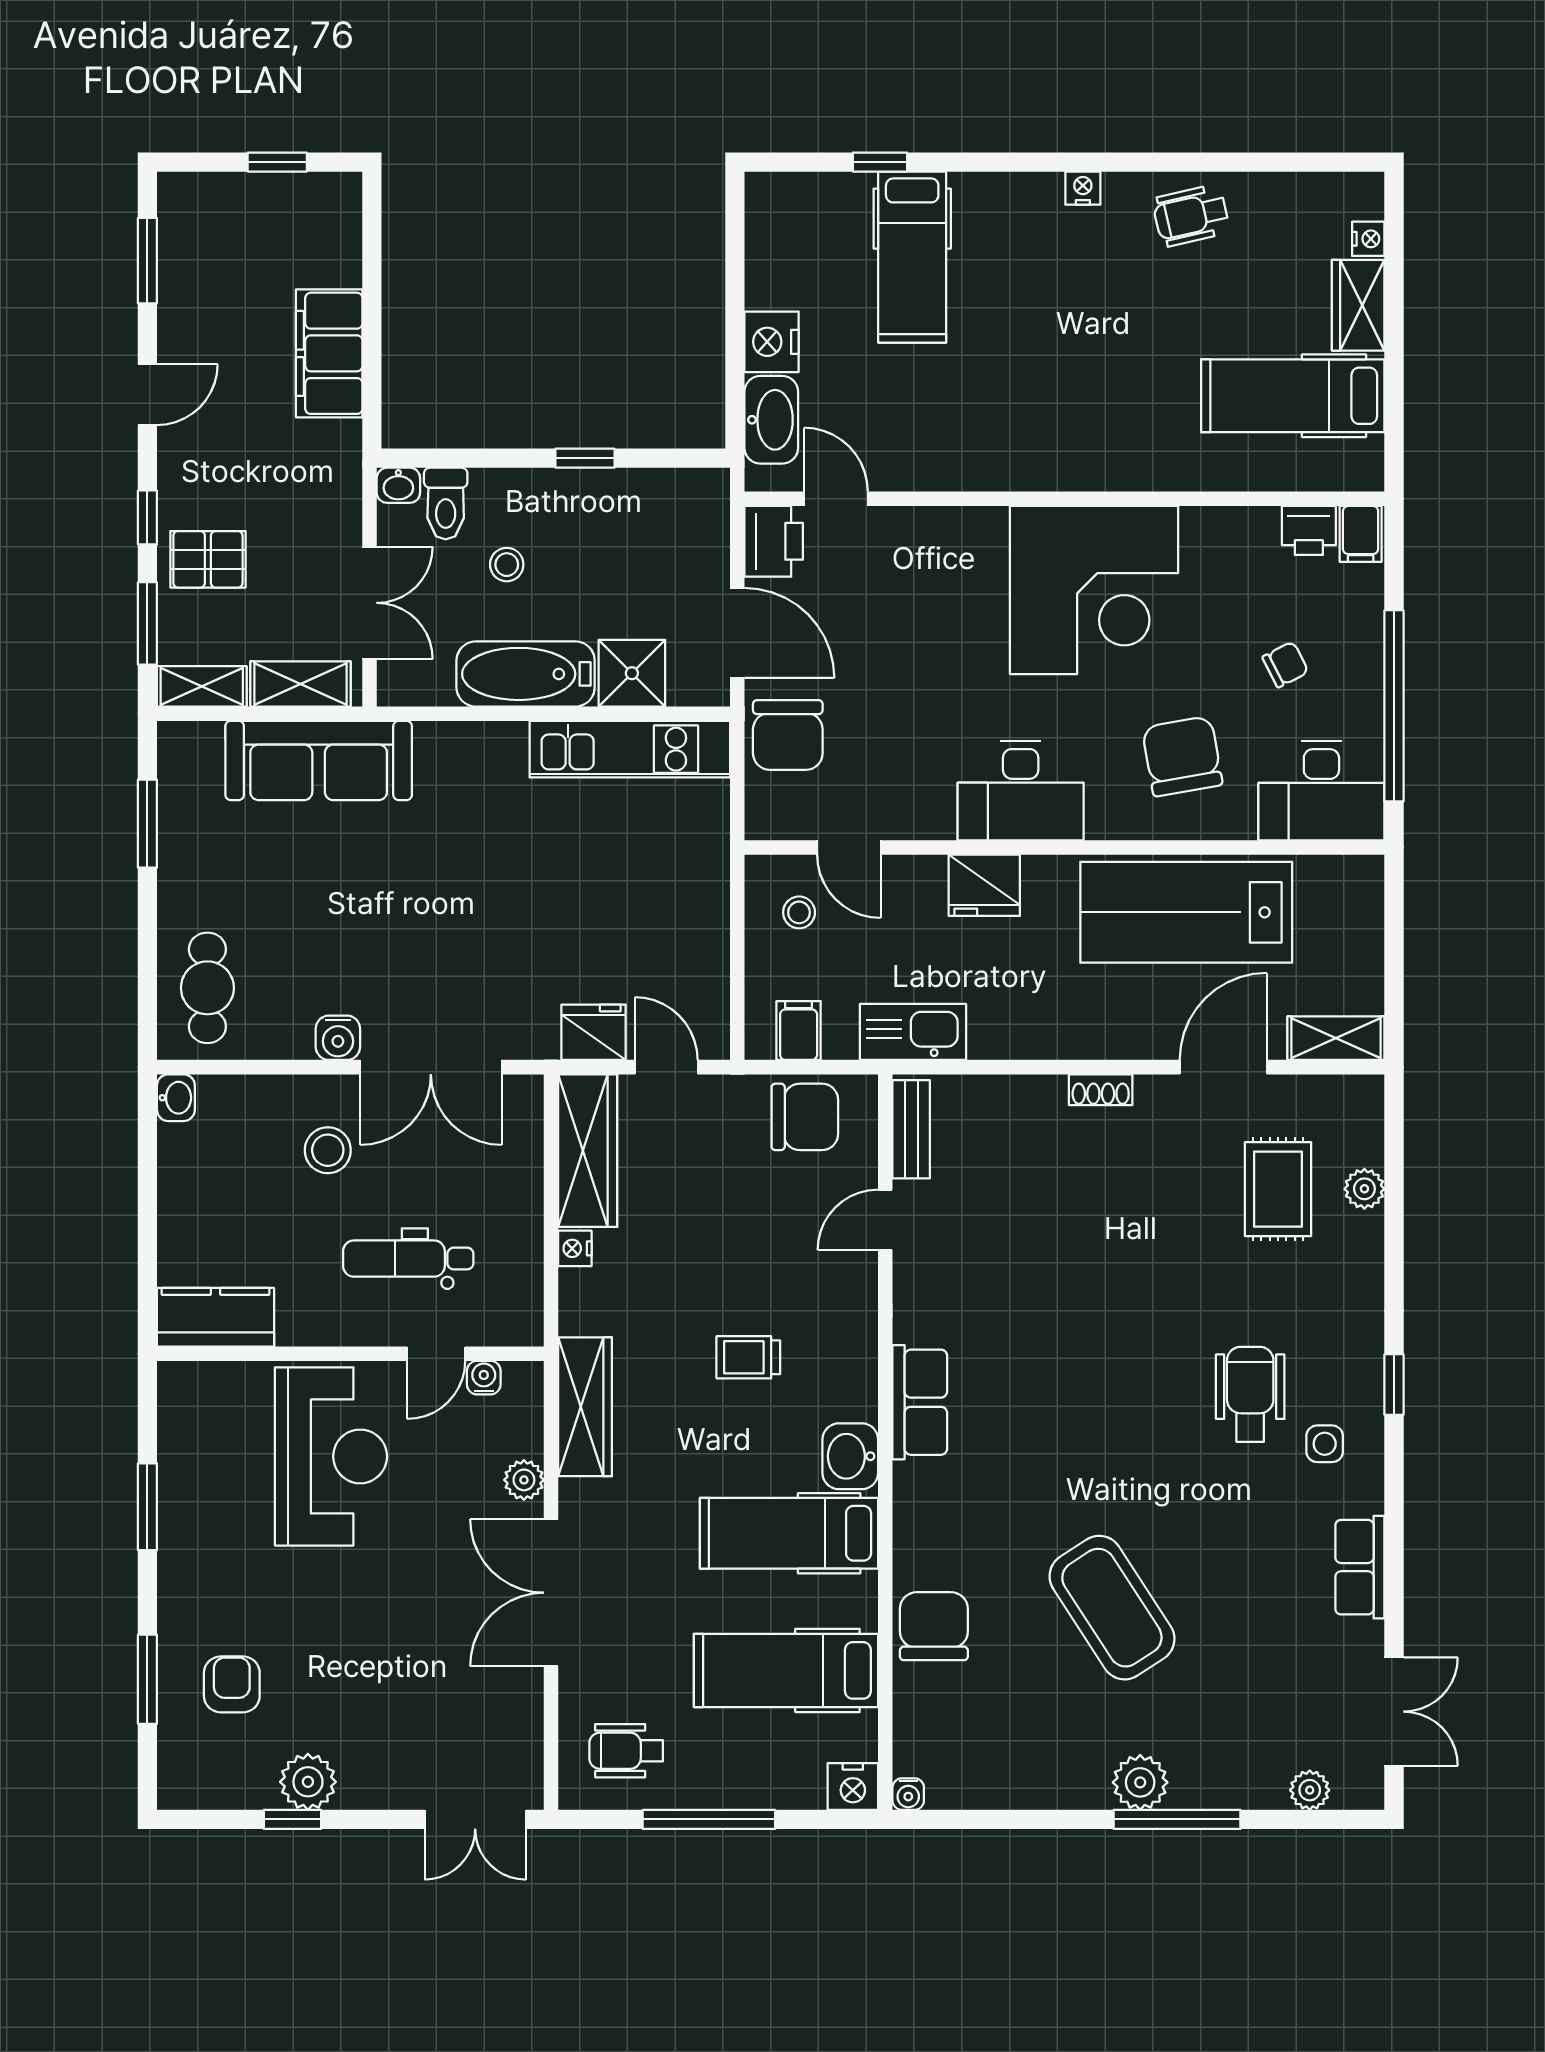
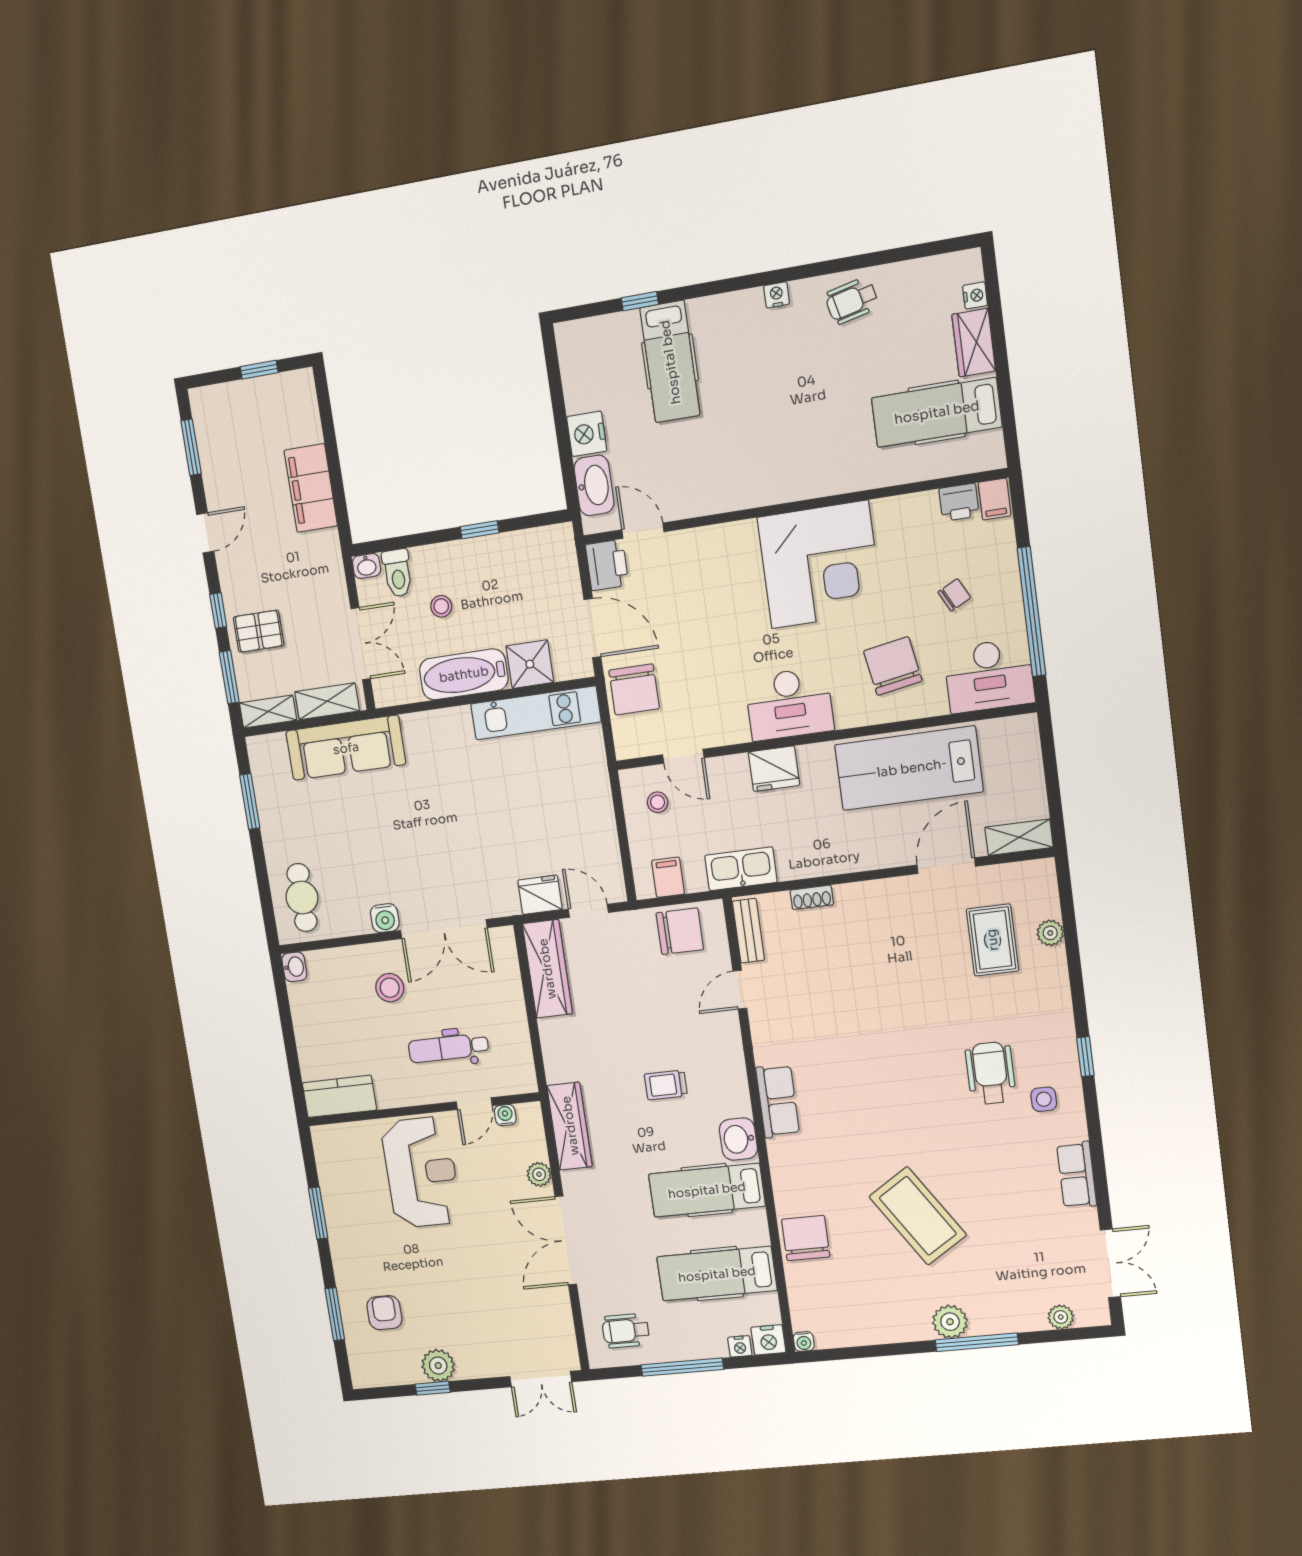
shoe rack: (1101, 1090) -> (812, 897), moved
nightstand: (575, 1248) -> (740, 1346), moved, turned -90

